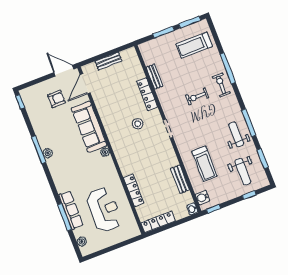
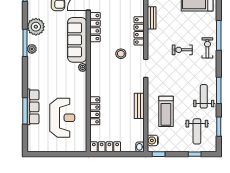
locker: (102, 107) -> (95, 27), added
bench: (180, 179) -> (139, 106), moved
plant: (82, 241) -> (36, 27), moved, width x1.87, depth x1.87

